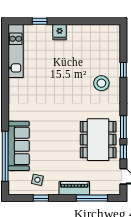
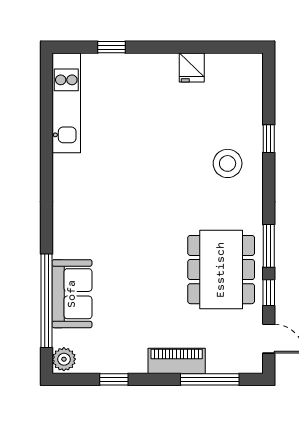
fridge: (60, 32) -> (192, 68), moved
sofa: (19, 146) -> (72, 294), width x0.73
side table: (37, 180) -> (107, 345), removed
plant: (14, 187) -> (64, 359), added

